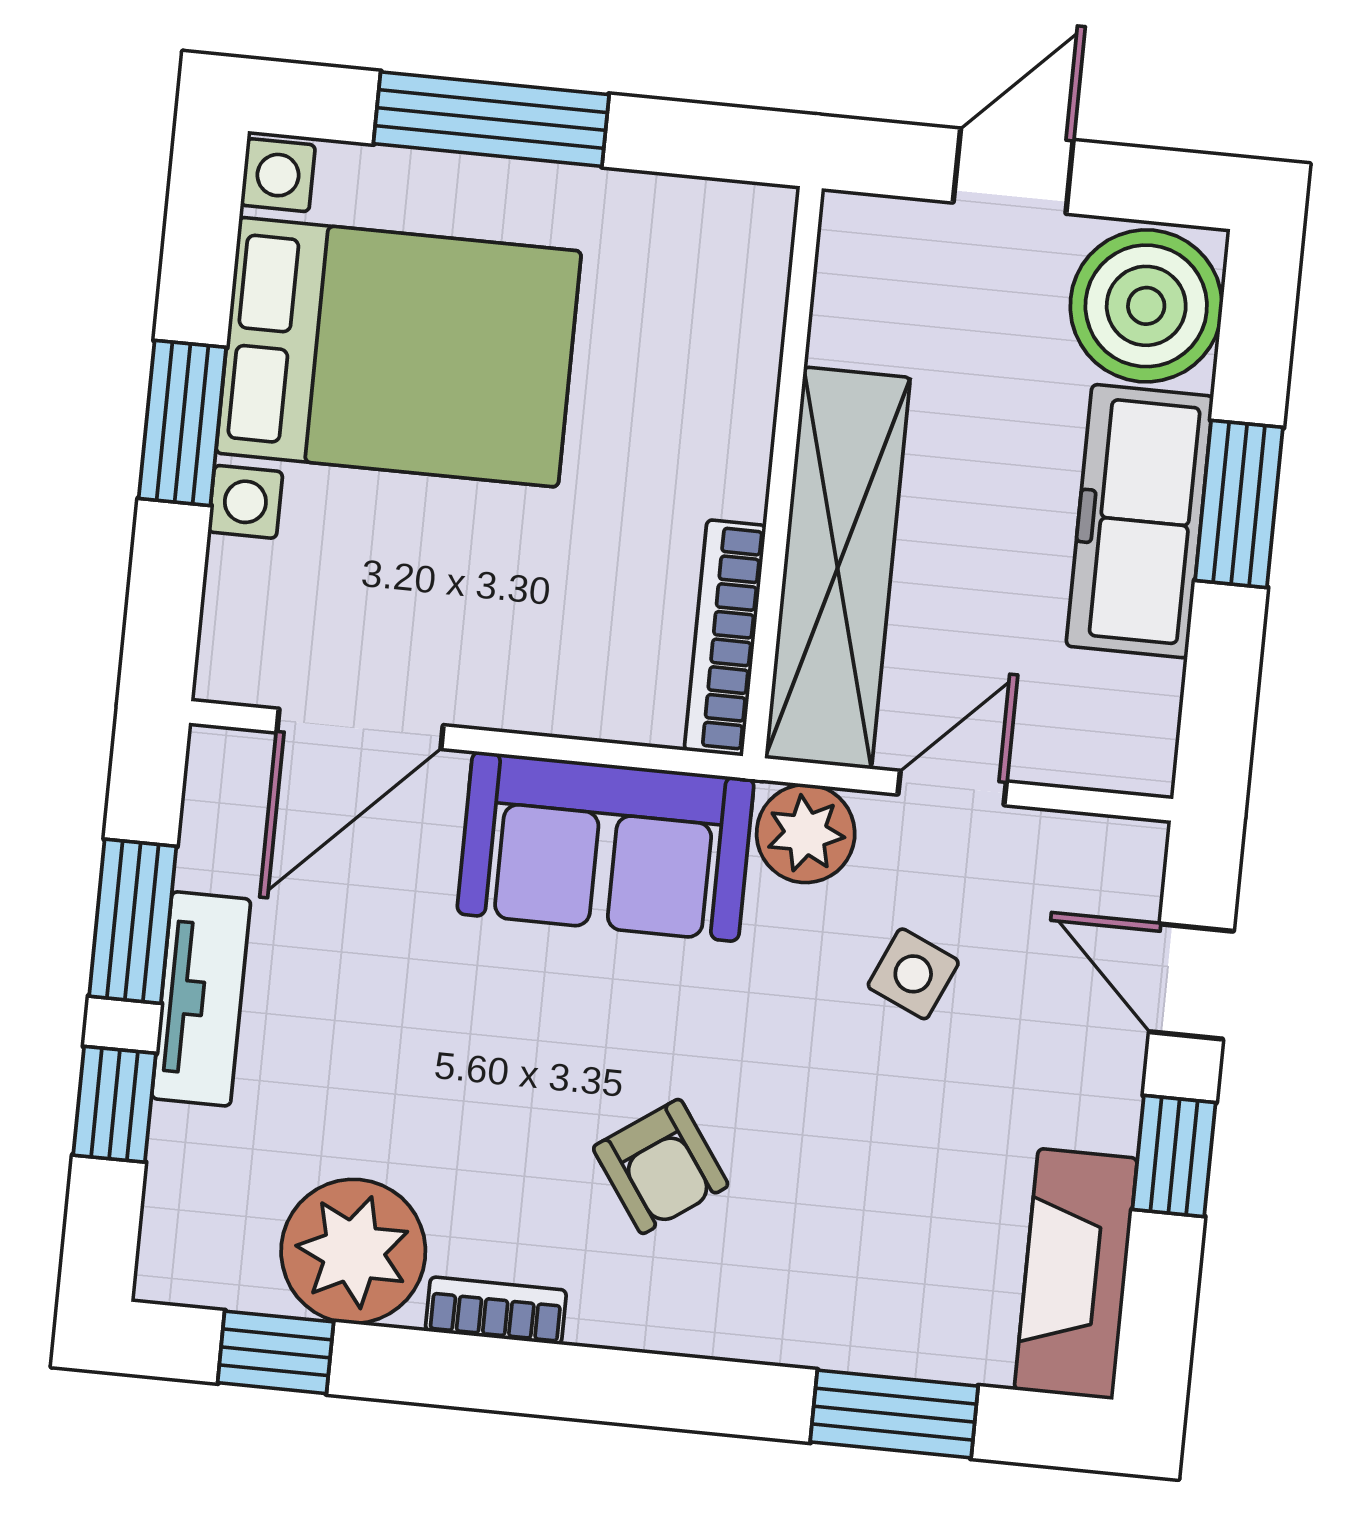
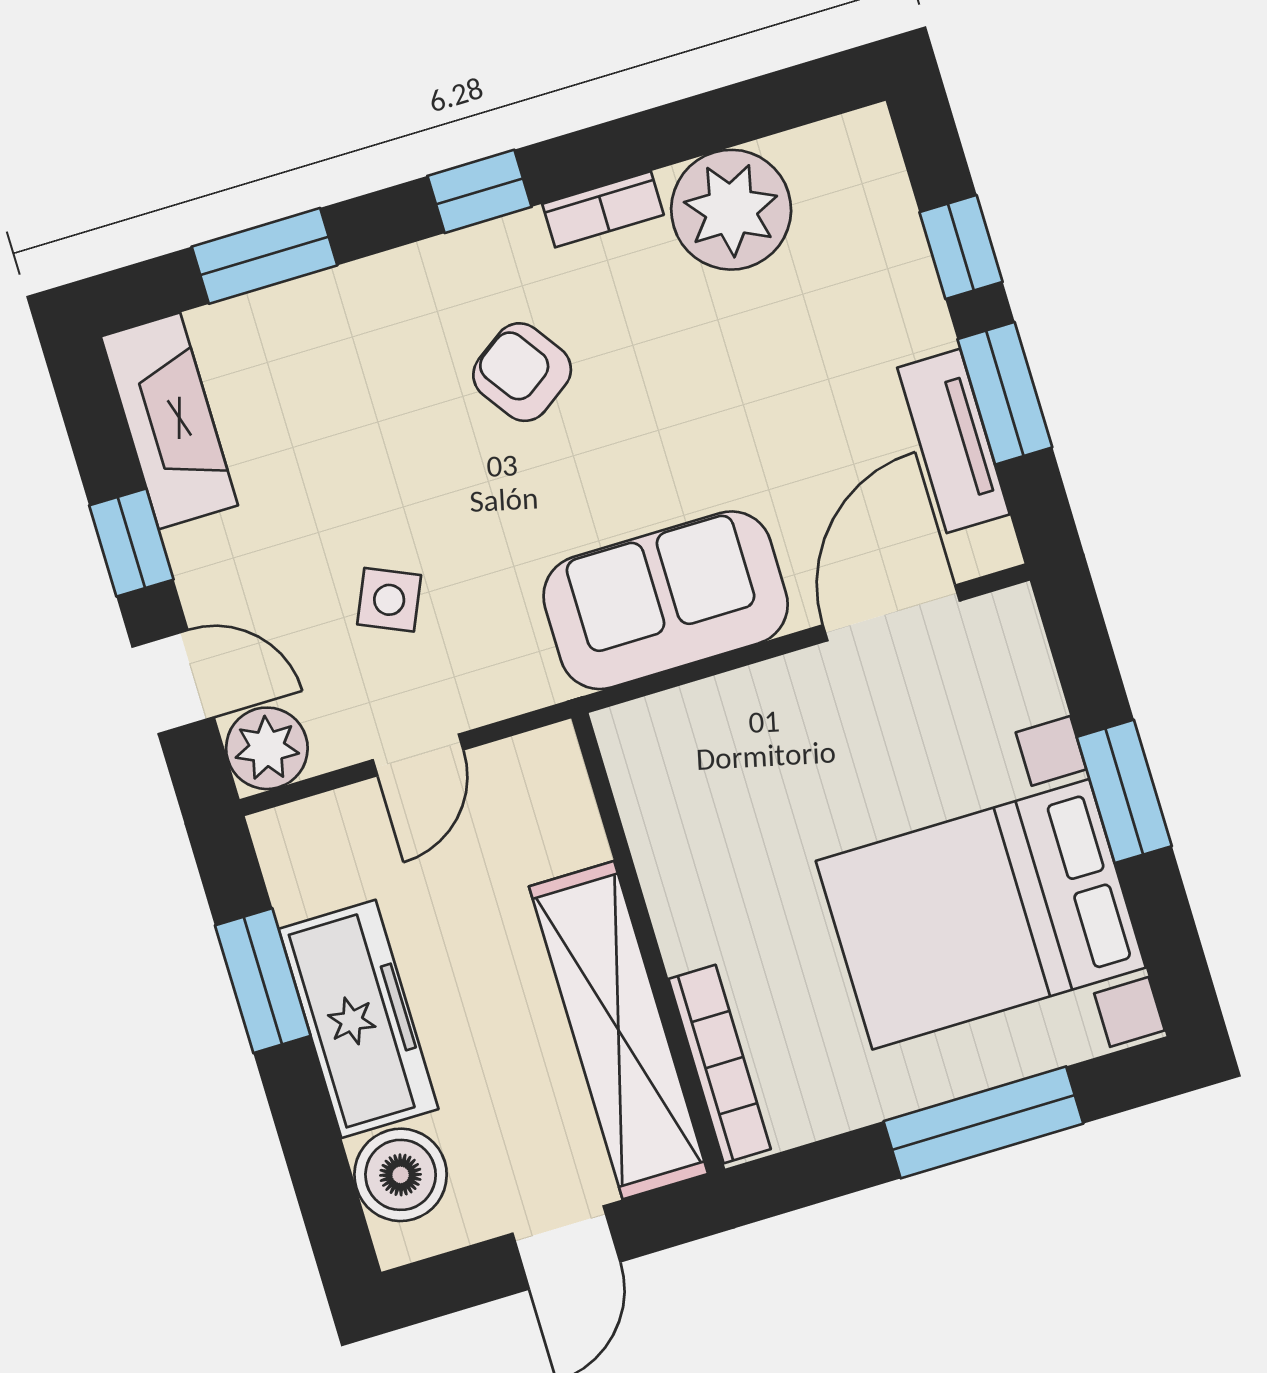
boiler: (1146, 306) -> (401, 1175), width x0.73, depth x0.73
window: (1239, 504) -> (263, 981), moved
shelving: (838, 568) -> (618, 1030), moved
bookcase: (725, 638) -> (720, 1064), moved
plant: (806, 834) -> (267, 748), moved
tv unit: (201, 999) -> (953, 441), moved
window: (276, 1352) -> (480, 191), moved

